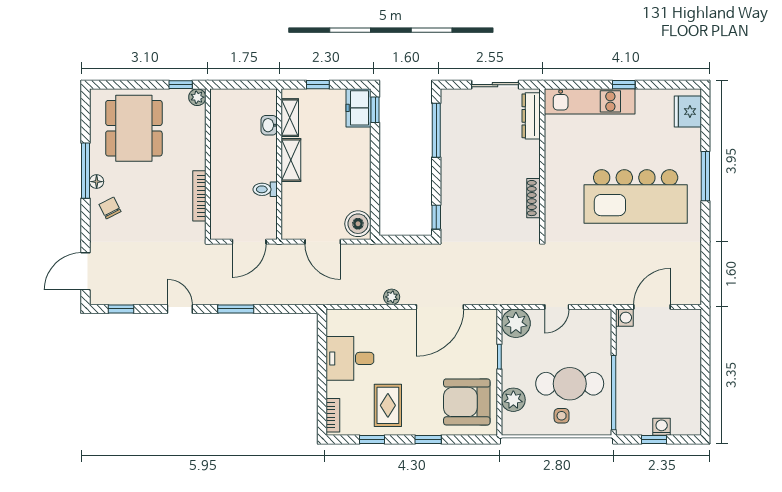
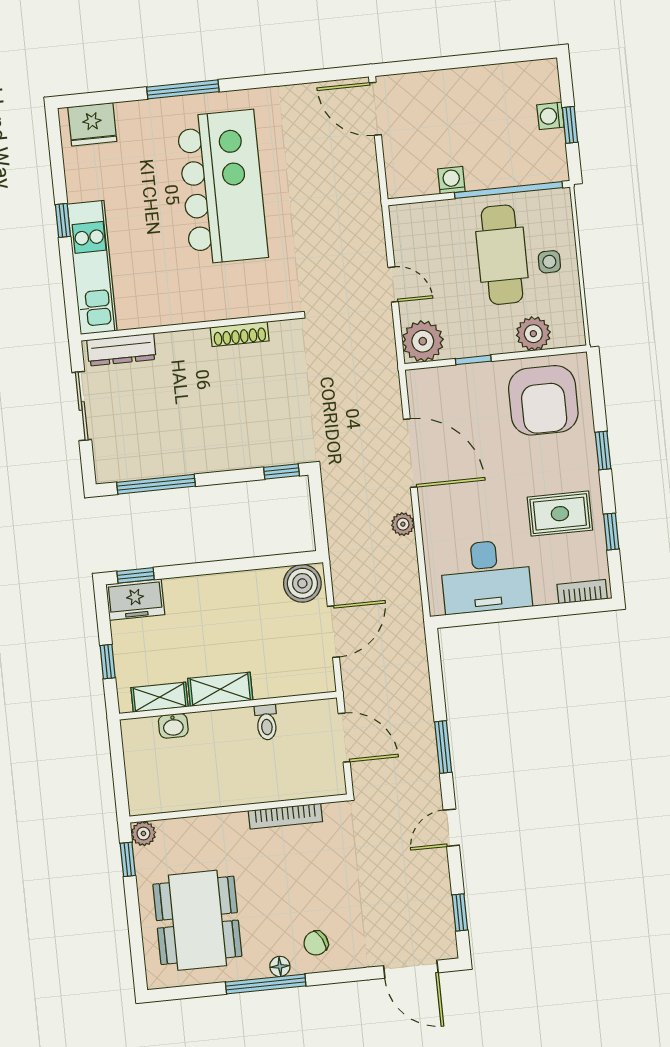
dining table: (134, 128) -> (197, 920), turned 90
door: (652, 307) -> (375, 109), moved
washing machine: (624, 318) -> (451, 180), moved
desk: (350, 358) -> (486, 576), width x1.37

